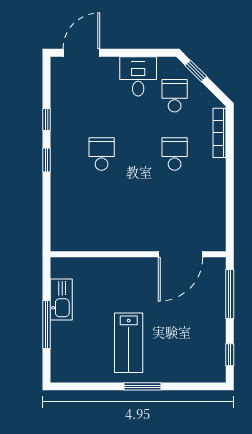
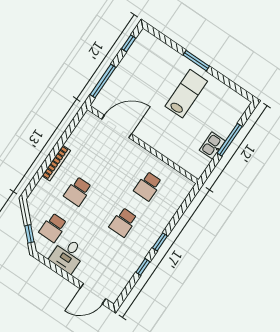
bookcase: (219, 133) -> (56, 163), moved
school desk: (102, 212) -> (148, 186), added
kitchen sink: (61, 299) -> (212, 146), width x0.73

